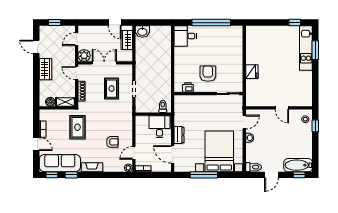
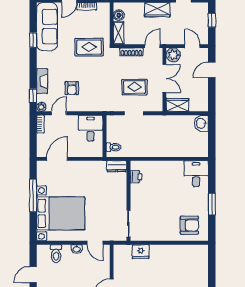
door: (115, 23) -> (212, 70), moved
window: (211, 23) -> (212, 204), width x0.47
wardrobe: (127, 40) -> (177, 105), moved
fridge: (252, 72) -> (141, 252), moved
armchair: (208, 74) -> (189, 225), moved
desk: (160, 127) -> (91, 128), moved, turned -90
dresser: (179, 135) -> (117, 166), moved
door: (134, 153) -> (59, 113), hinge flipped
fireplace: (92, 167) -> (42, 81), moved
toilet: (254, 167) -> (56, 254), moved
window: (52, 175) -> (33, 96), moved
door: (271, 175) -> (33, 275), hinge flipped

